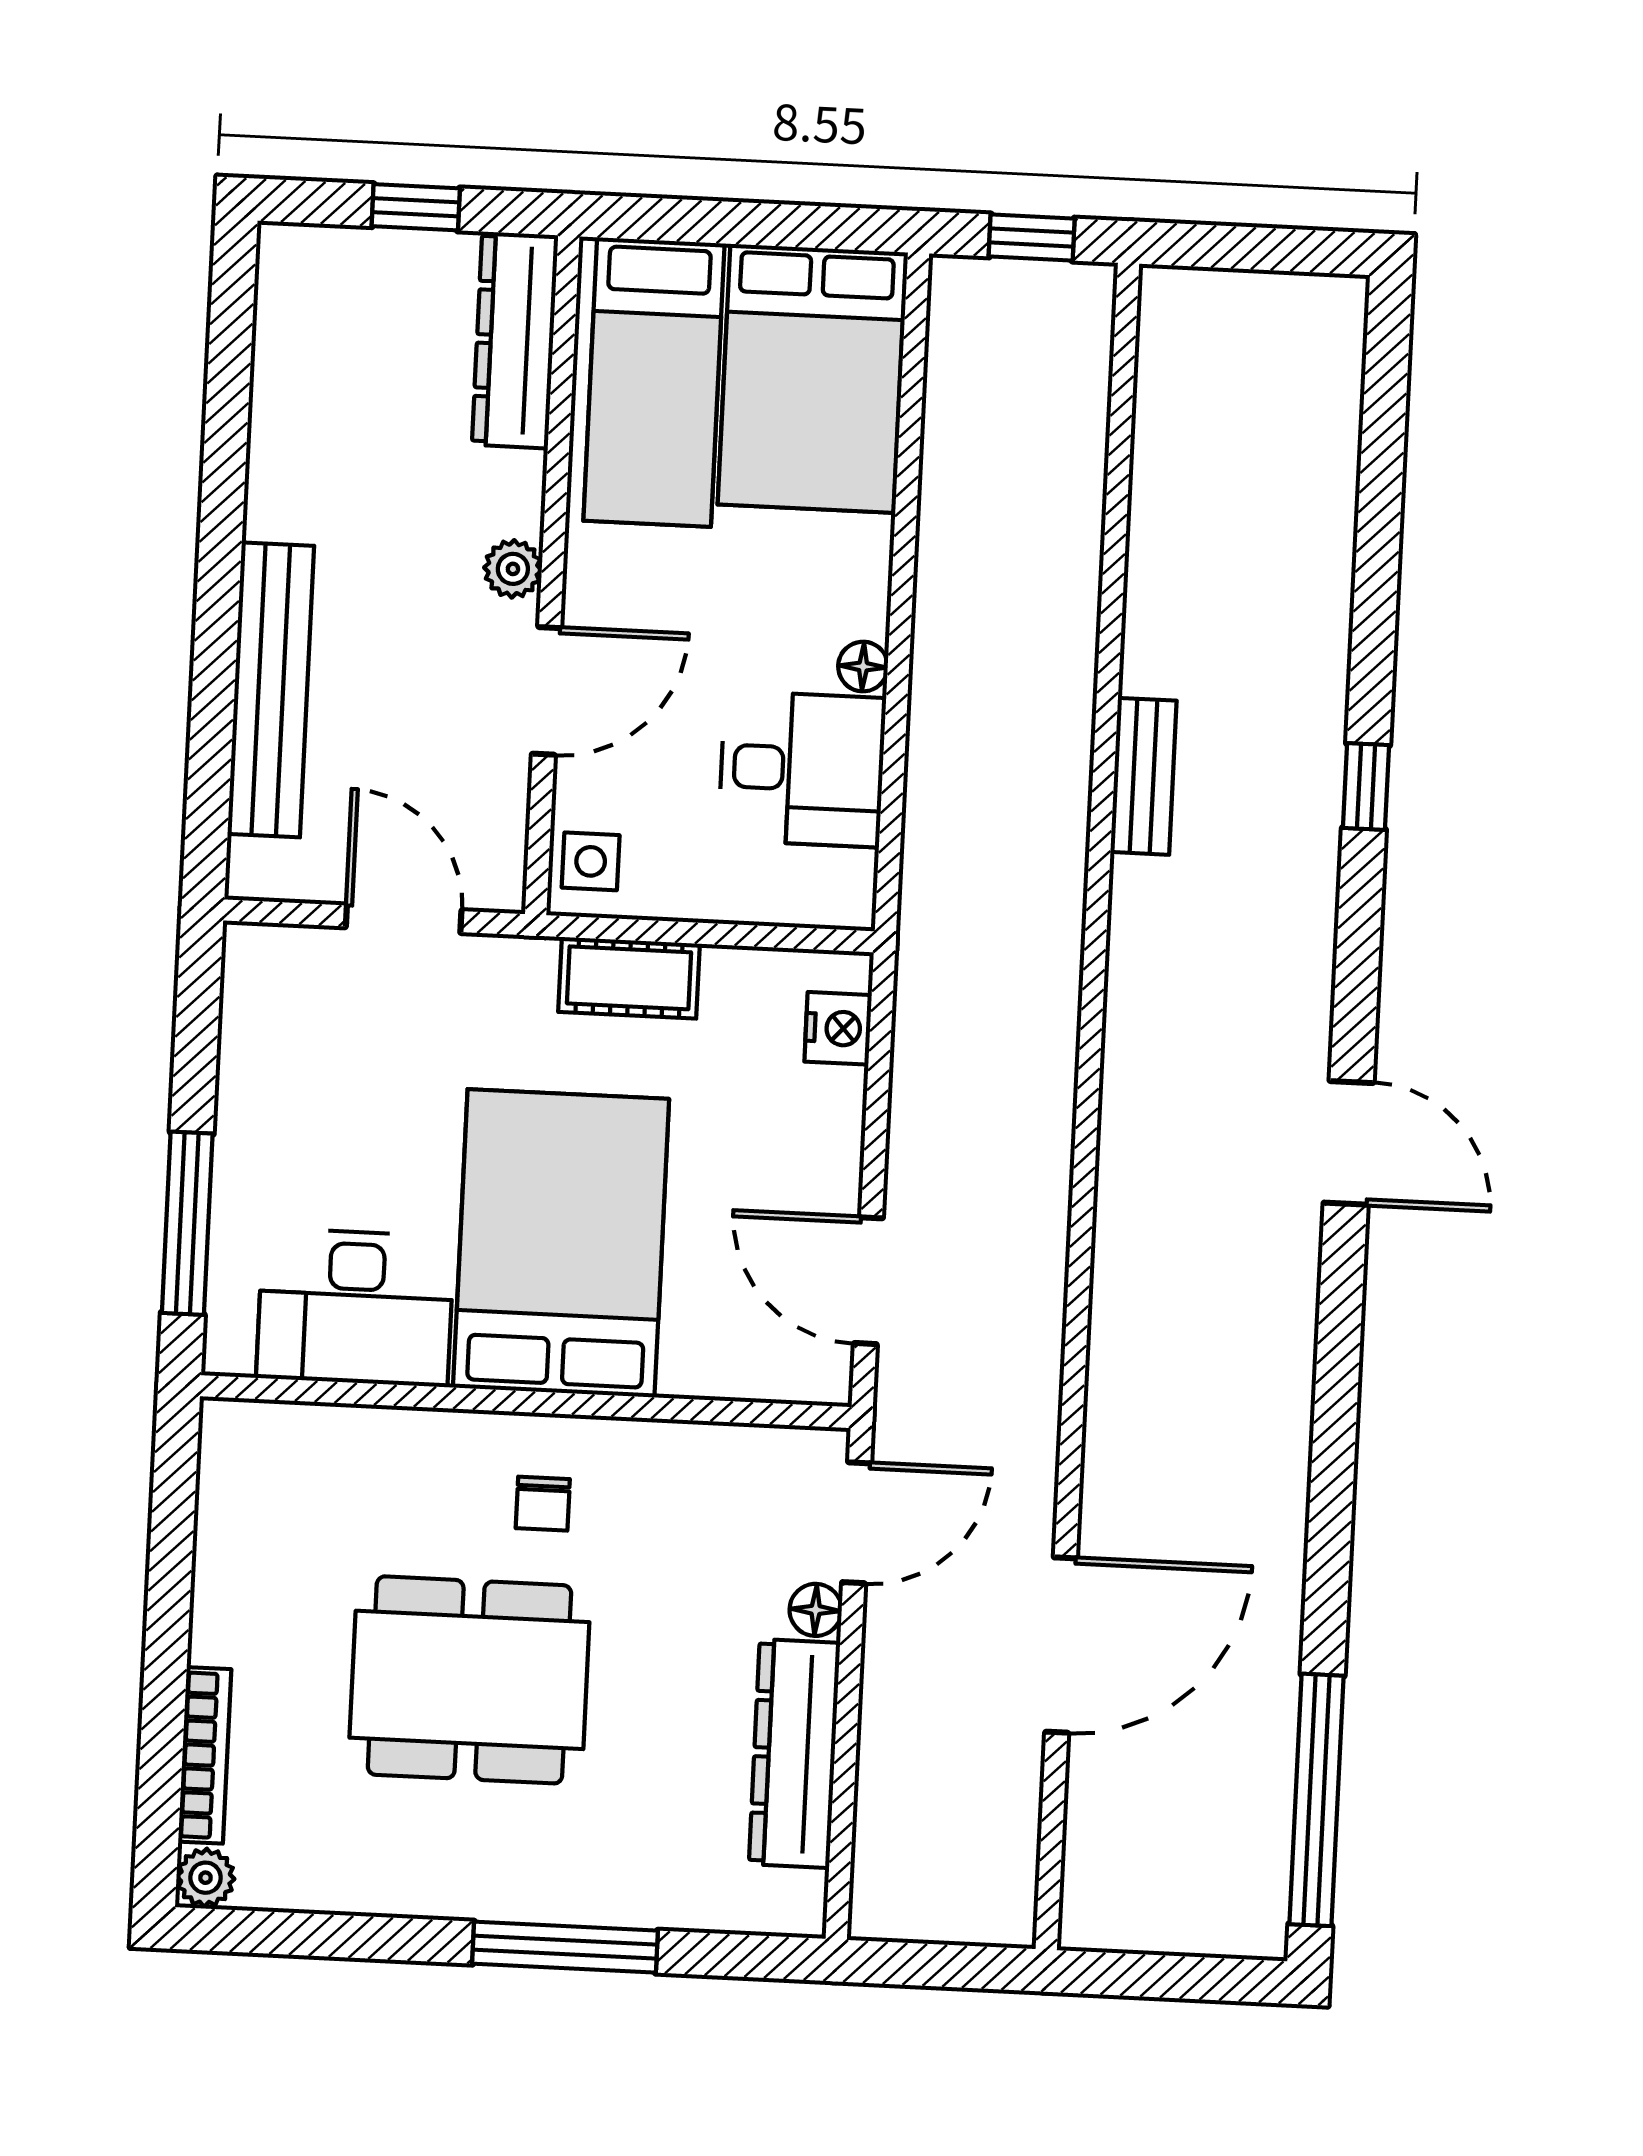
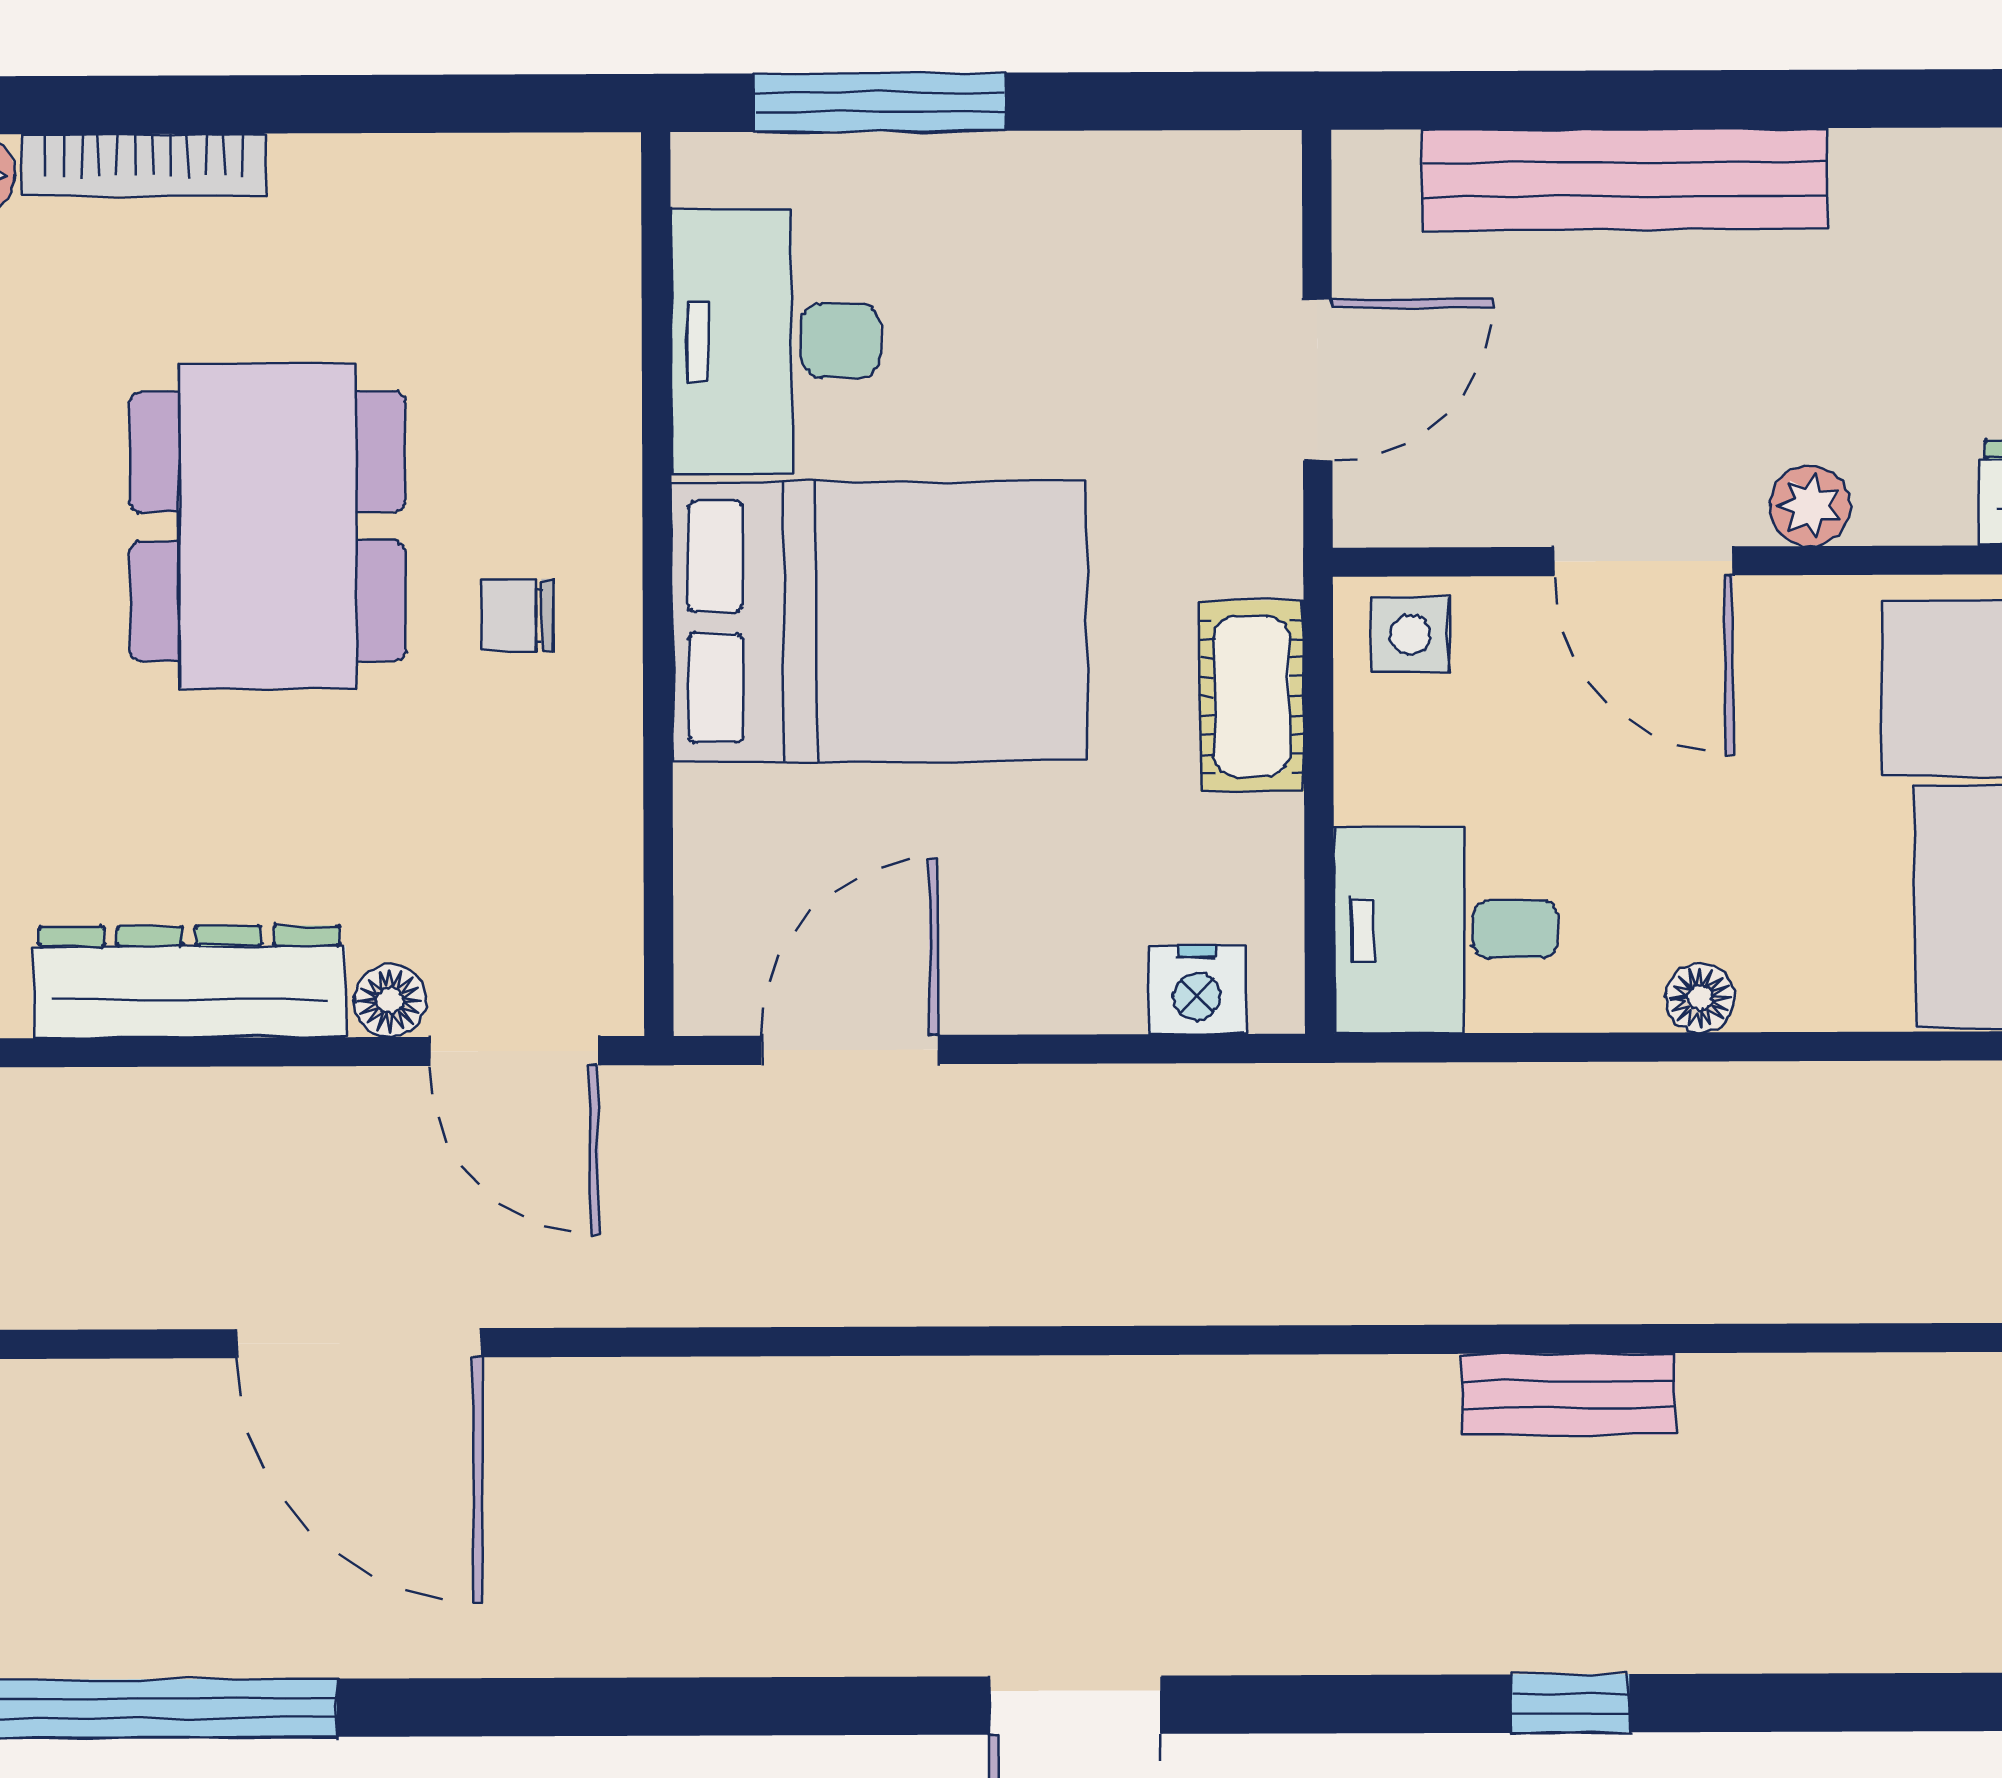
desk: (802, 769) -> (1446, 929), moved, turned 90

